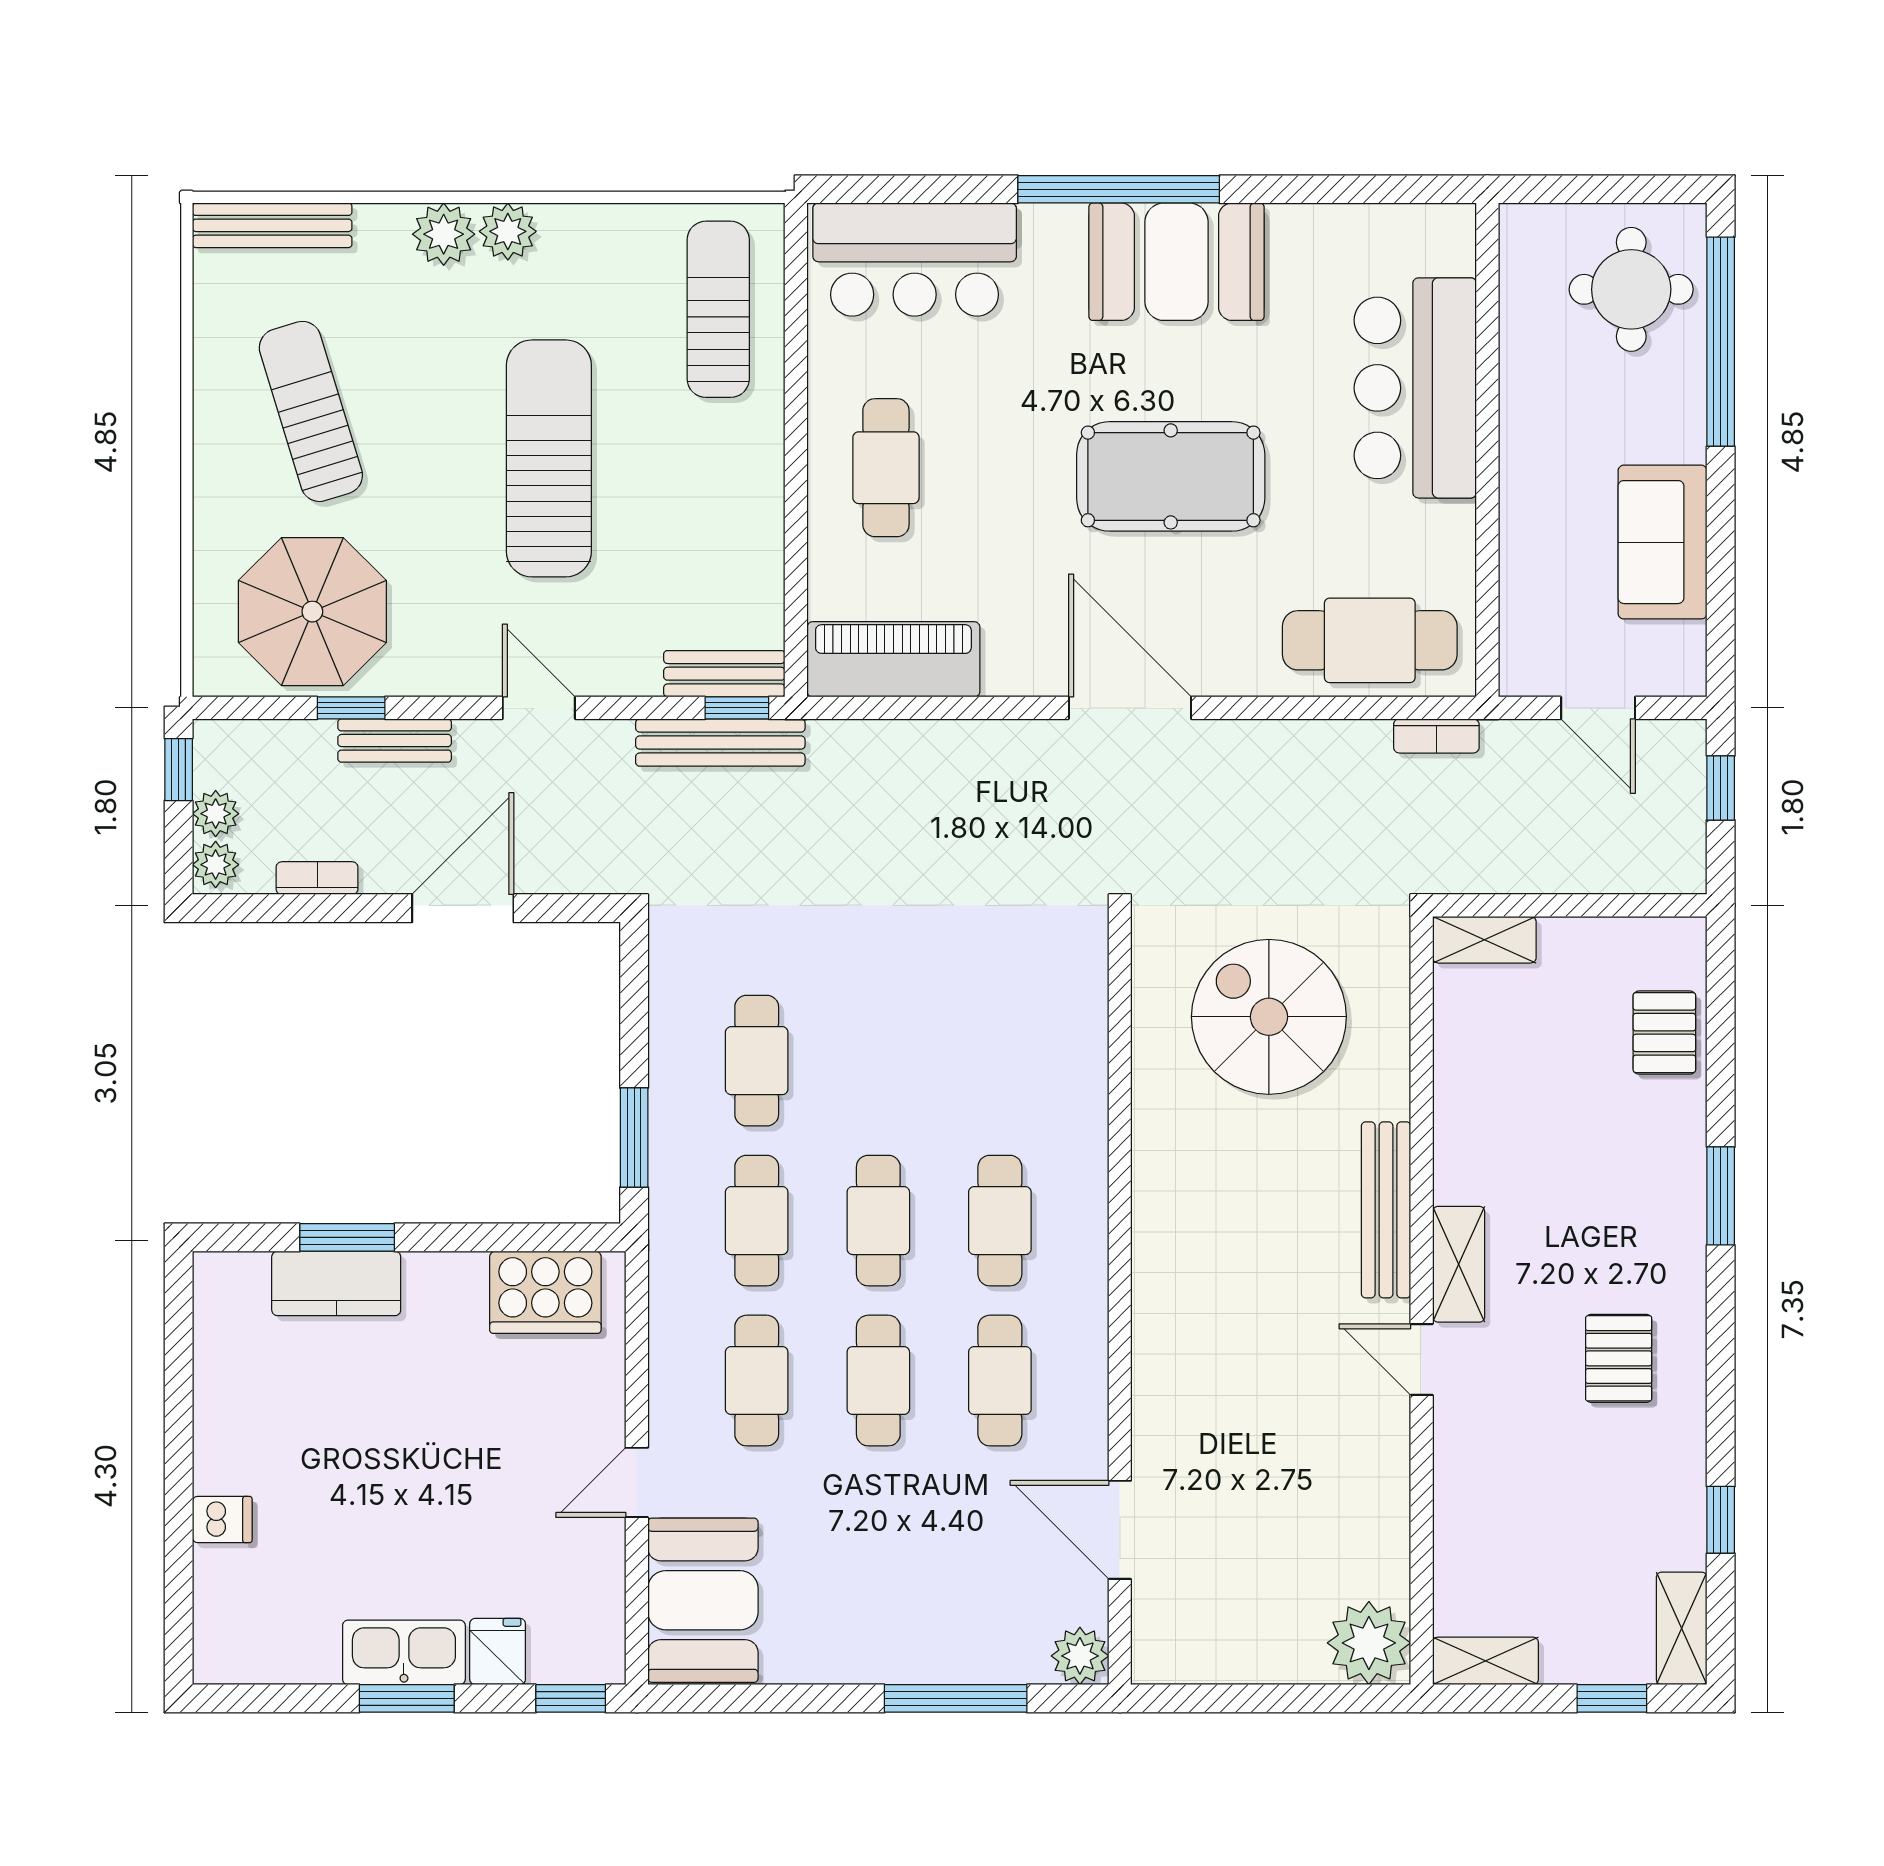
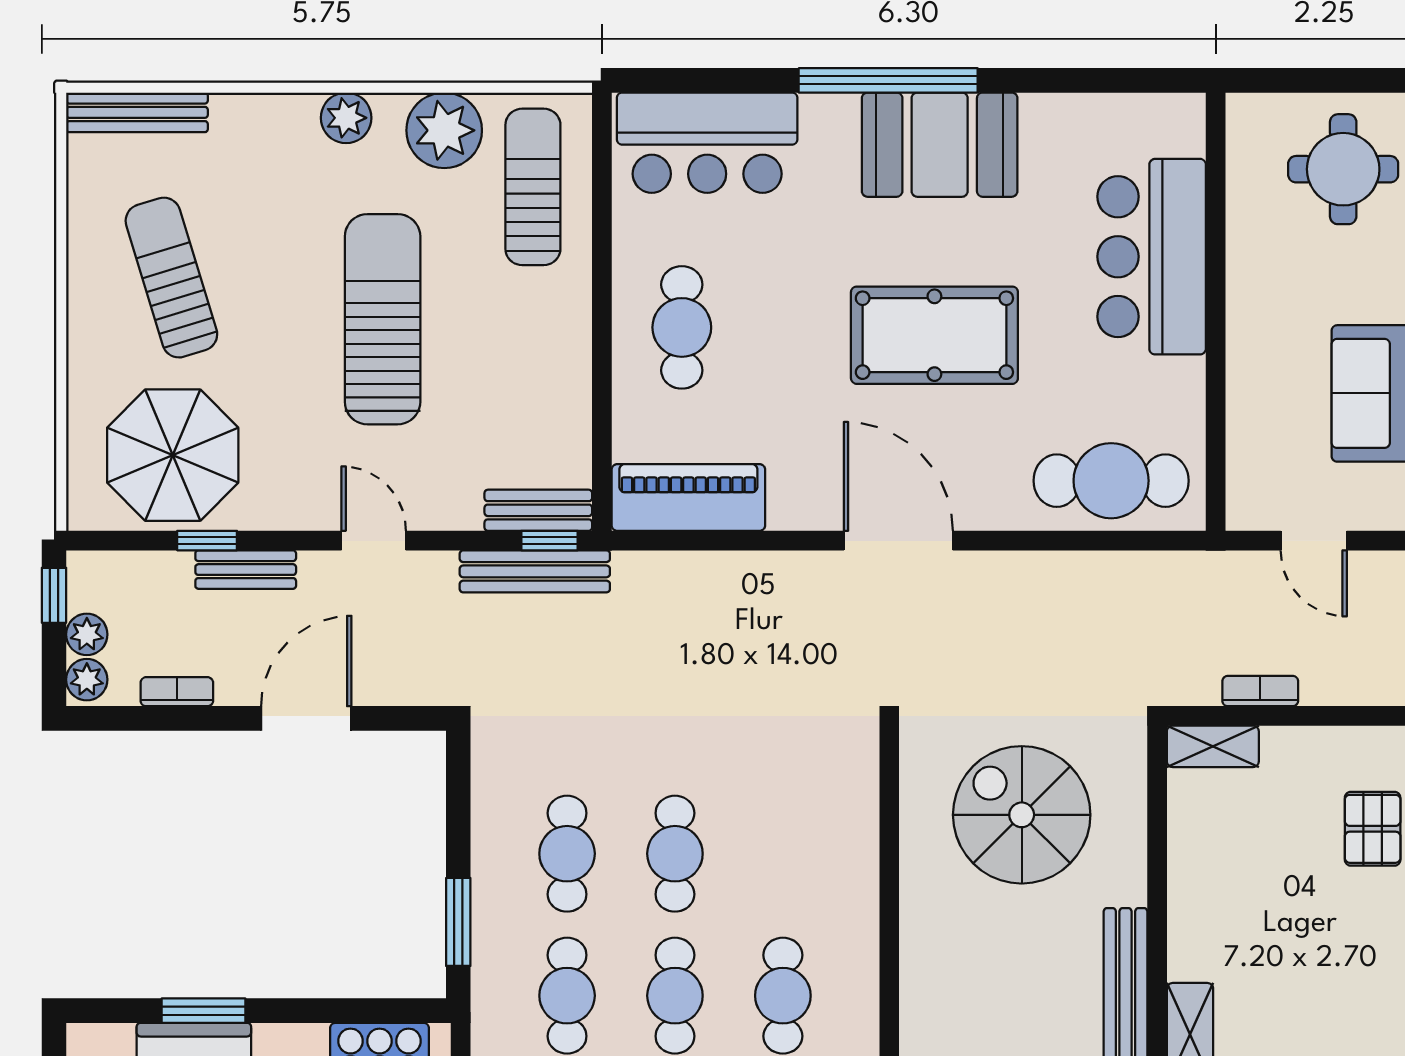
plant: (444, 234) -> (444, 130), moved, width x1.36, depth x1.36
bookcase: (1436, 736) -> (1260, 691), moved, turned 180
cafe table: (878, 1061) -> (675, 854), added

